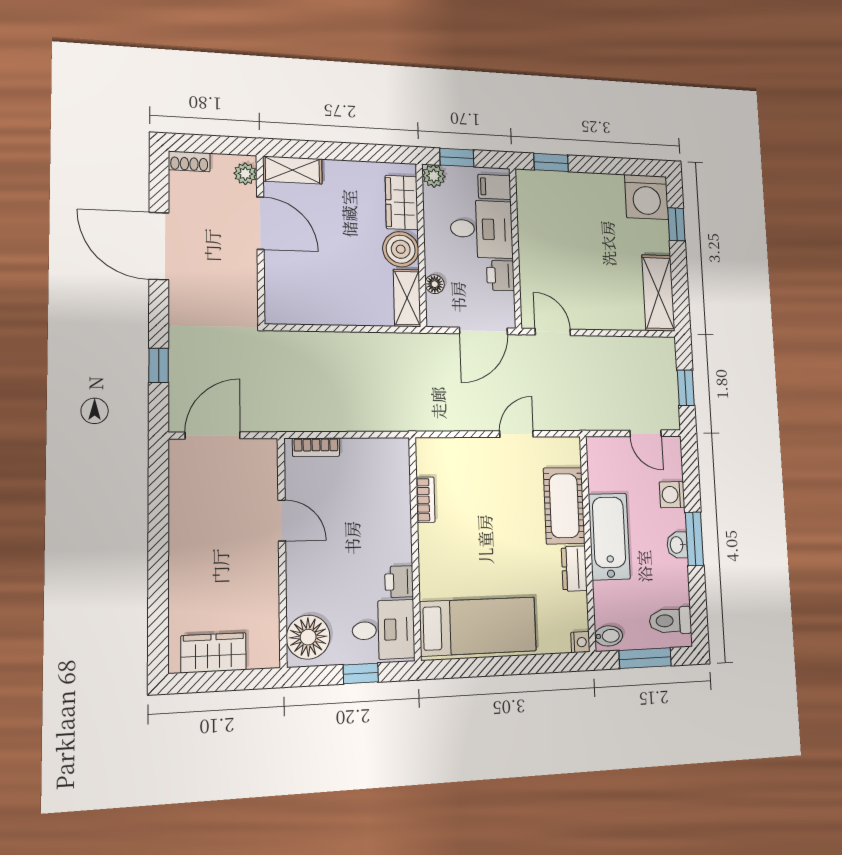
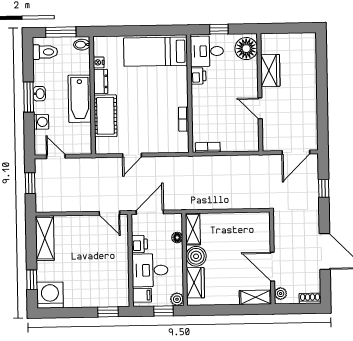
bookcase: (316, 447) -> (208, 147), moved
nightstand: (580, 642) -> (99, 62), moved
wardrobe: (214, 653) -> (270, 70), moved, turned -90

